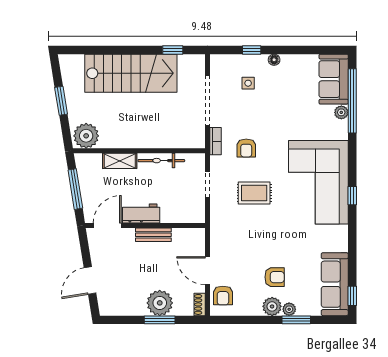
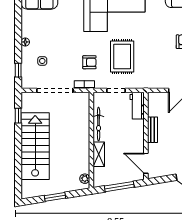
window: (252, 50) -> (18, 70), moved
plant: (86, 136) -> (85, 179), width x0.53, depth x0.53
rug: (254, 193) -> (122, 56), width x1.36, depth x1.43
workbench: (141, 214) -> (137, 106), moved

